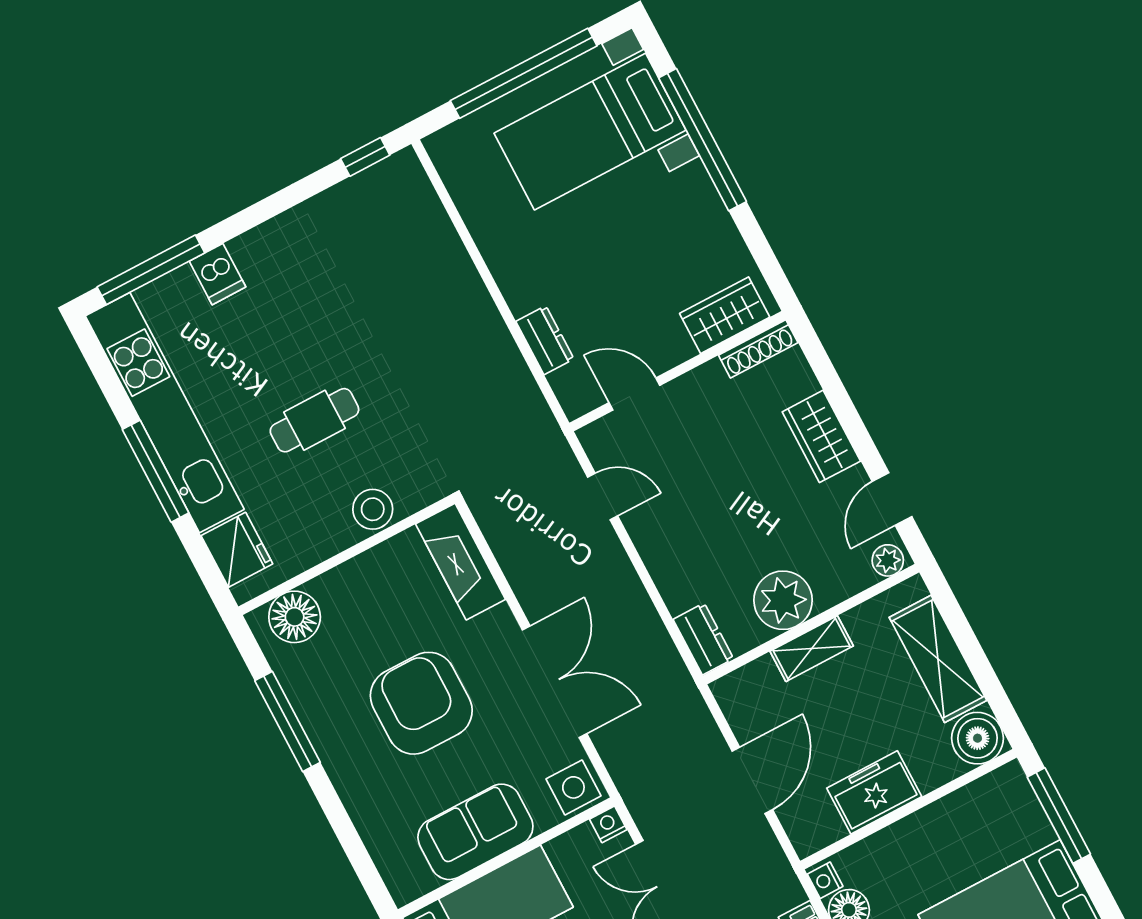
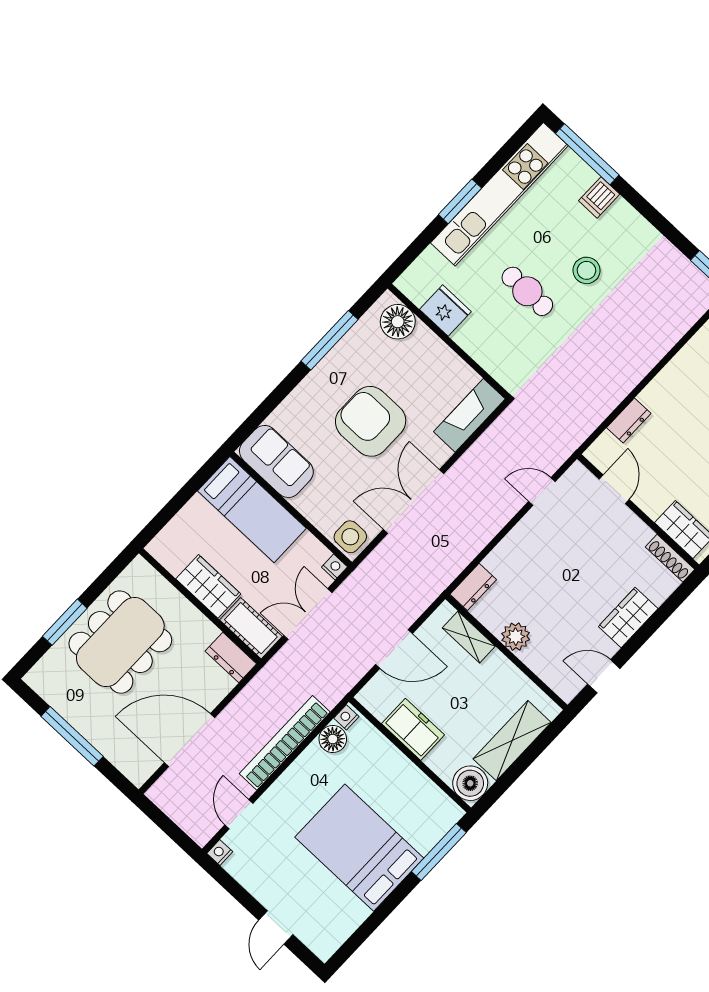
window: (156, 471) -> (460, 201), width x0.69
door: (603, 497) -> (542, 491), swing flipped
stool: (373, 509) -> (586, 270), moved
fridge: (237, 550) -> (445, 310), moved, turned -90
plant: (888, 560) -> (564, 687), removed
plant: (783, 600) -> (516, 637), width x0.73, depth x0.73
shelving: (812, 649) -> (469, 637), moved
double door: (555, 682) -> (413, 502), swing flipped
armchair: (421, 703) -> (371, 421), turned -90
sofa: (475, 832) -> (276, 461), moved

